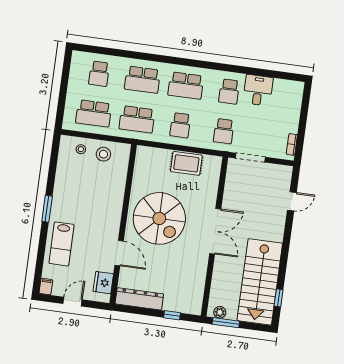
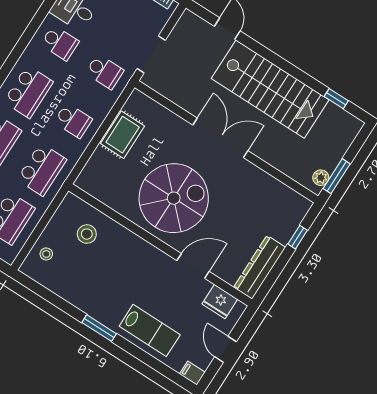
stool: (103, 154) -> (87, 234), moved
stairs: (260, 282) -> (270, 89), moved

